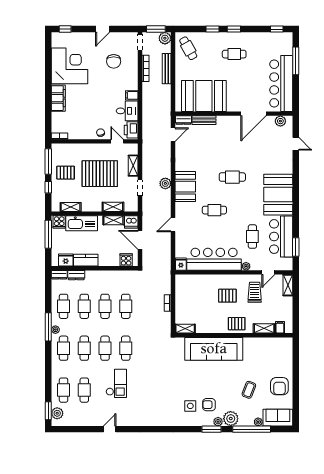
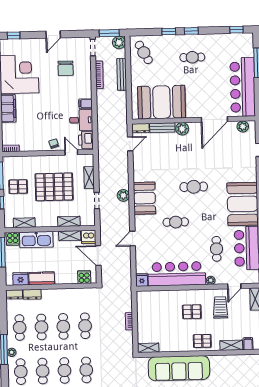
plant: (223, 122) -> (182, 129), added

